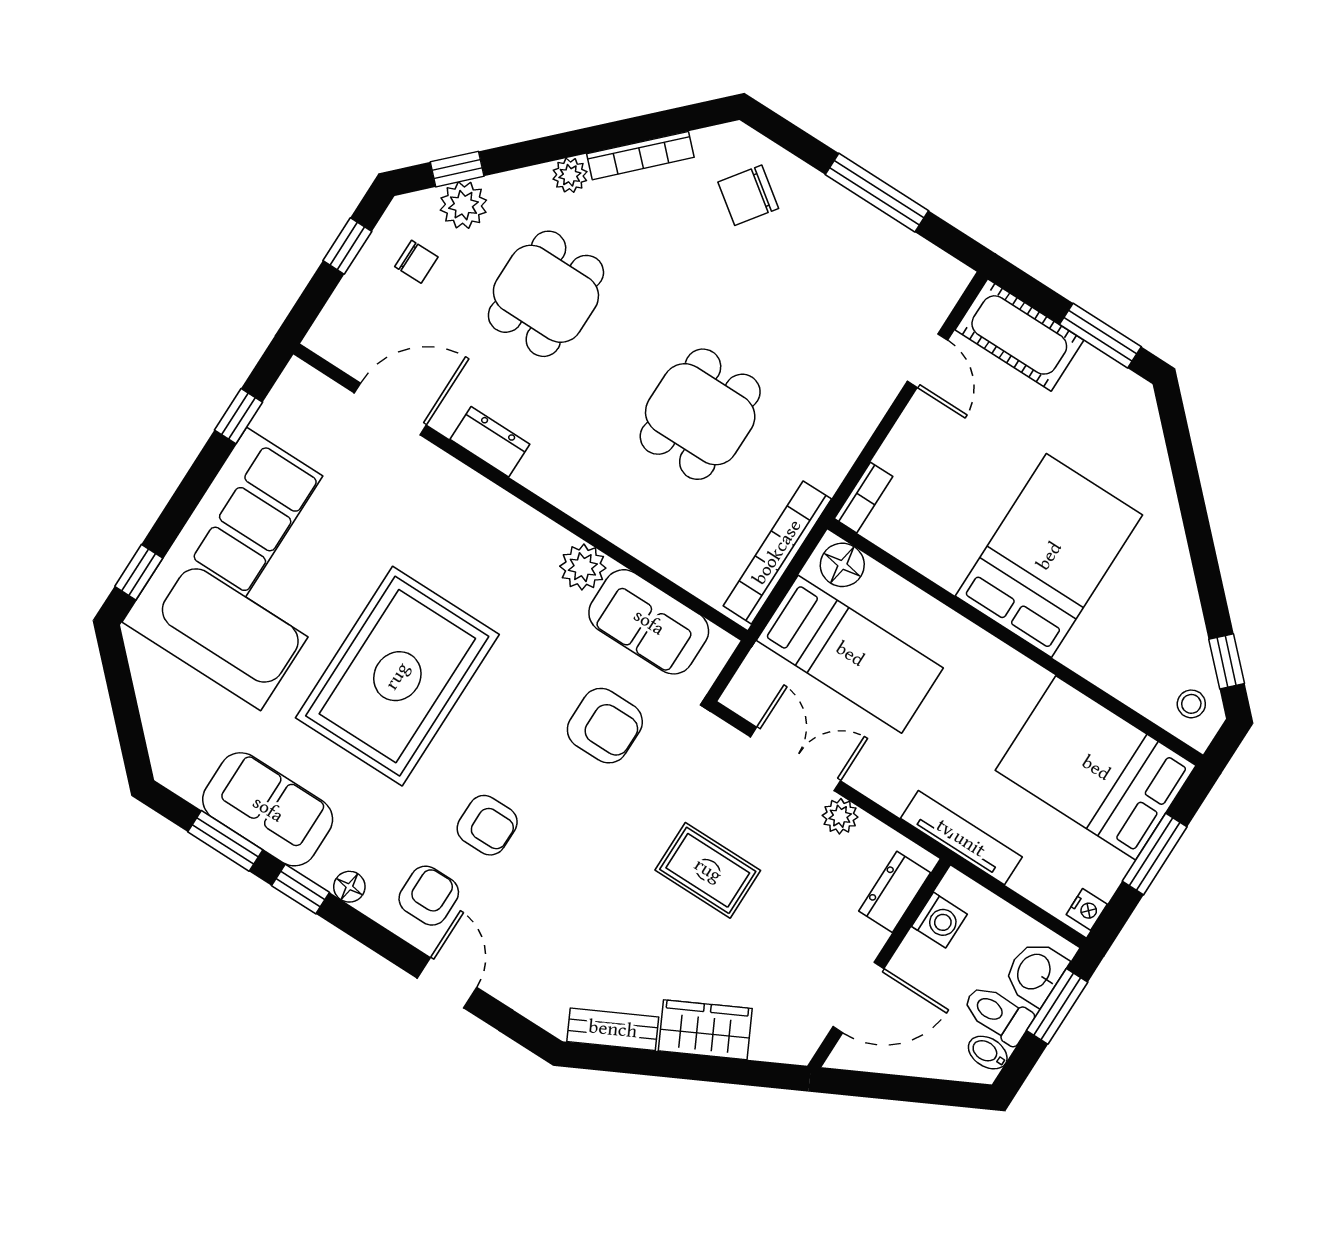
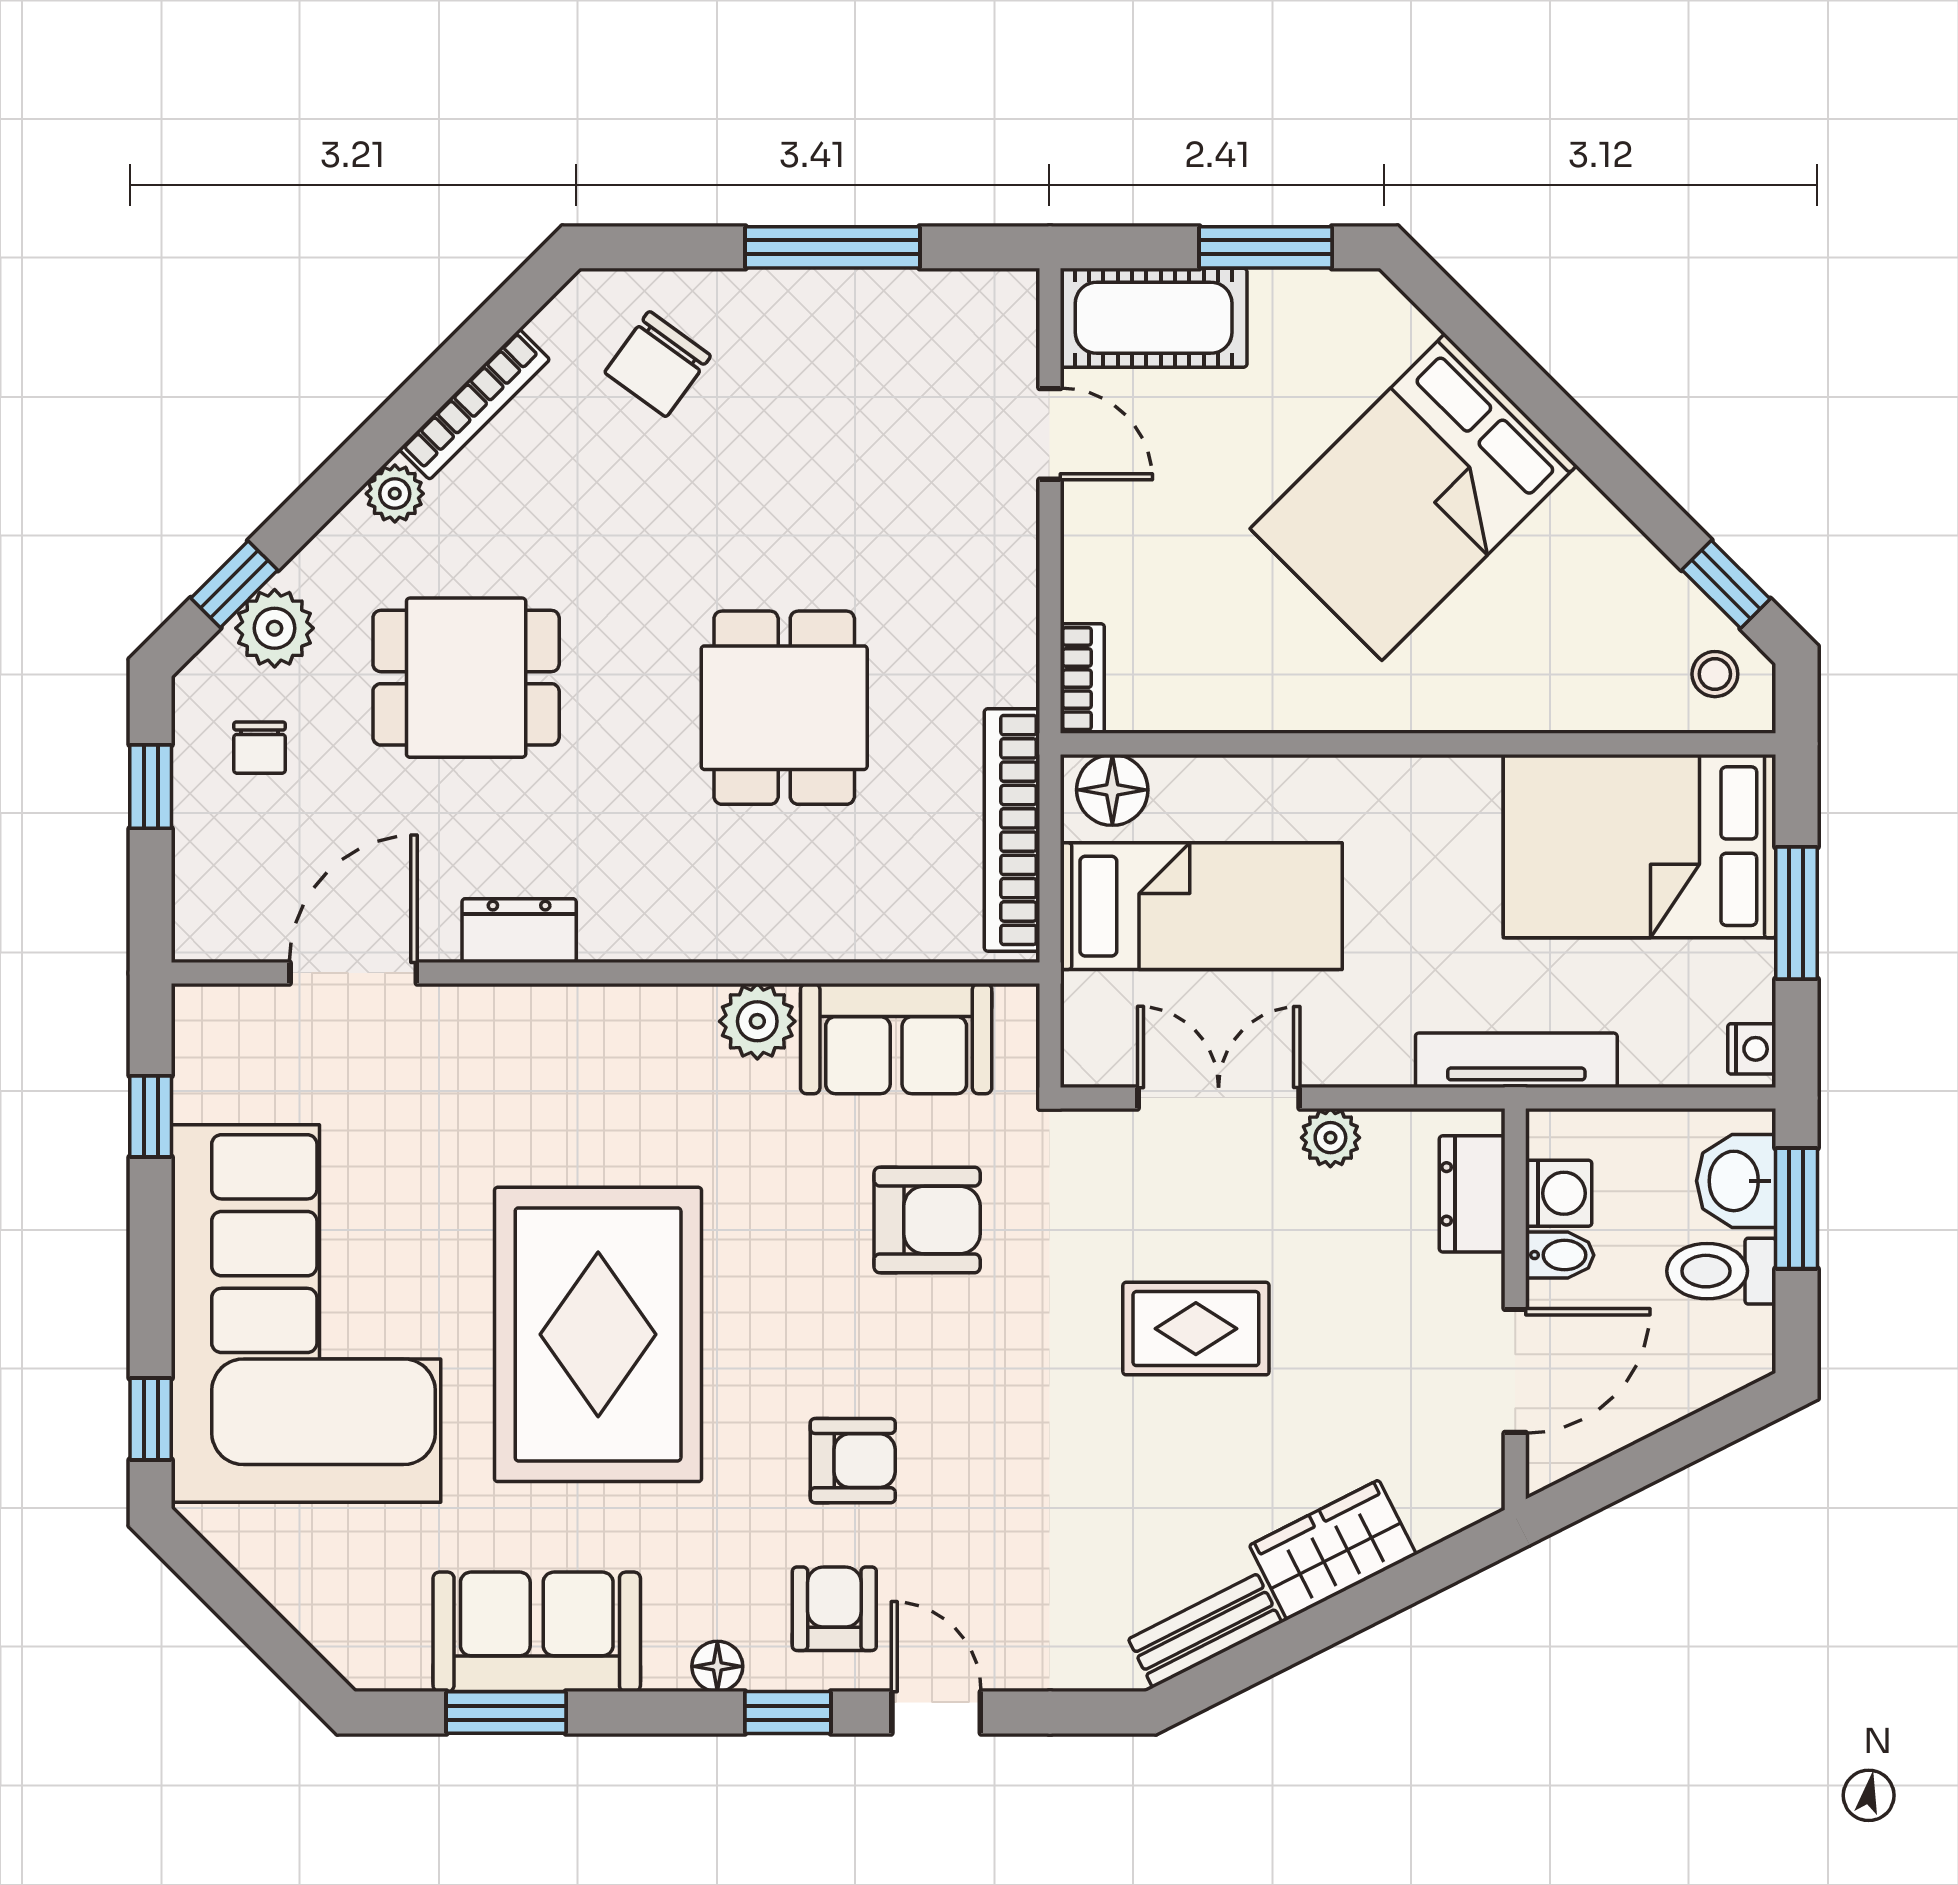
chair: (416, 262) -> (260, 748), turned 90
dining table: (546, 294) -> (466, 678), turned 90
bed: (1049, 556) -> (1414, 497), moved, turned -135
window: (300, 889) -> (788, 1713), moved
bidet: (988, 1053) -> (1560, 1255), moved, turned 180

